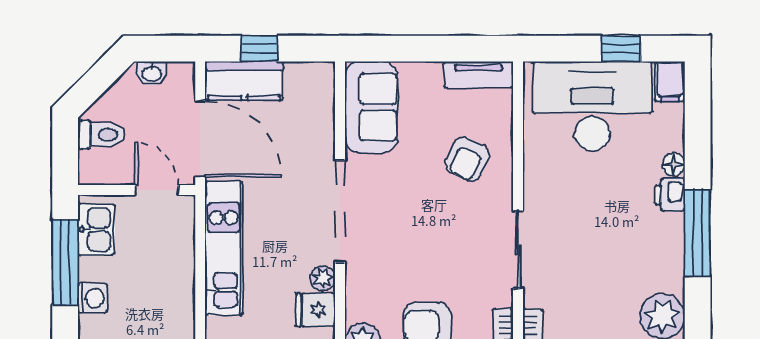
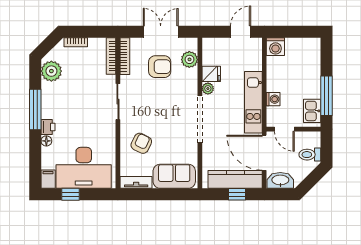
washbasin: (152, 73) -> (280, 180), width x1.91, depth x1.45
kitchen counter: (244, 81) -> (235, 179), width x1.50
sofa: (371, 107) -> (174, 176), moved, turned 90
washing machine: (92, 298) -> (273, 99), moved, turned 180

